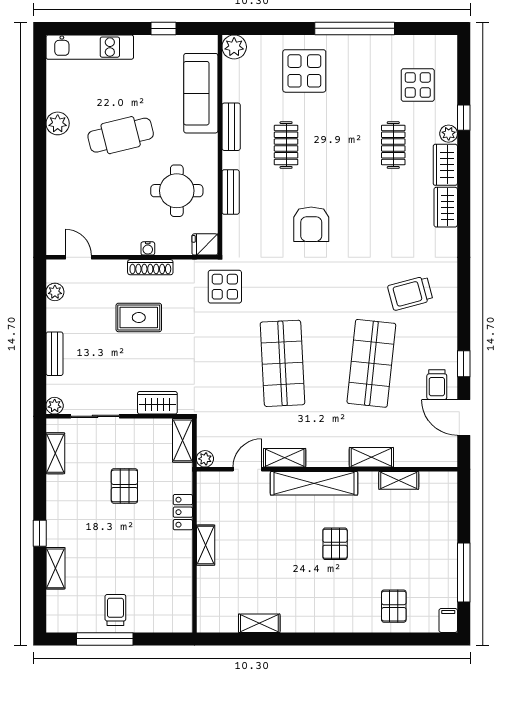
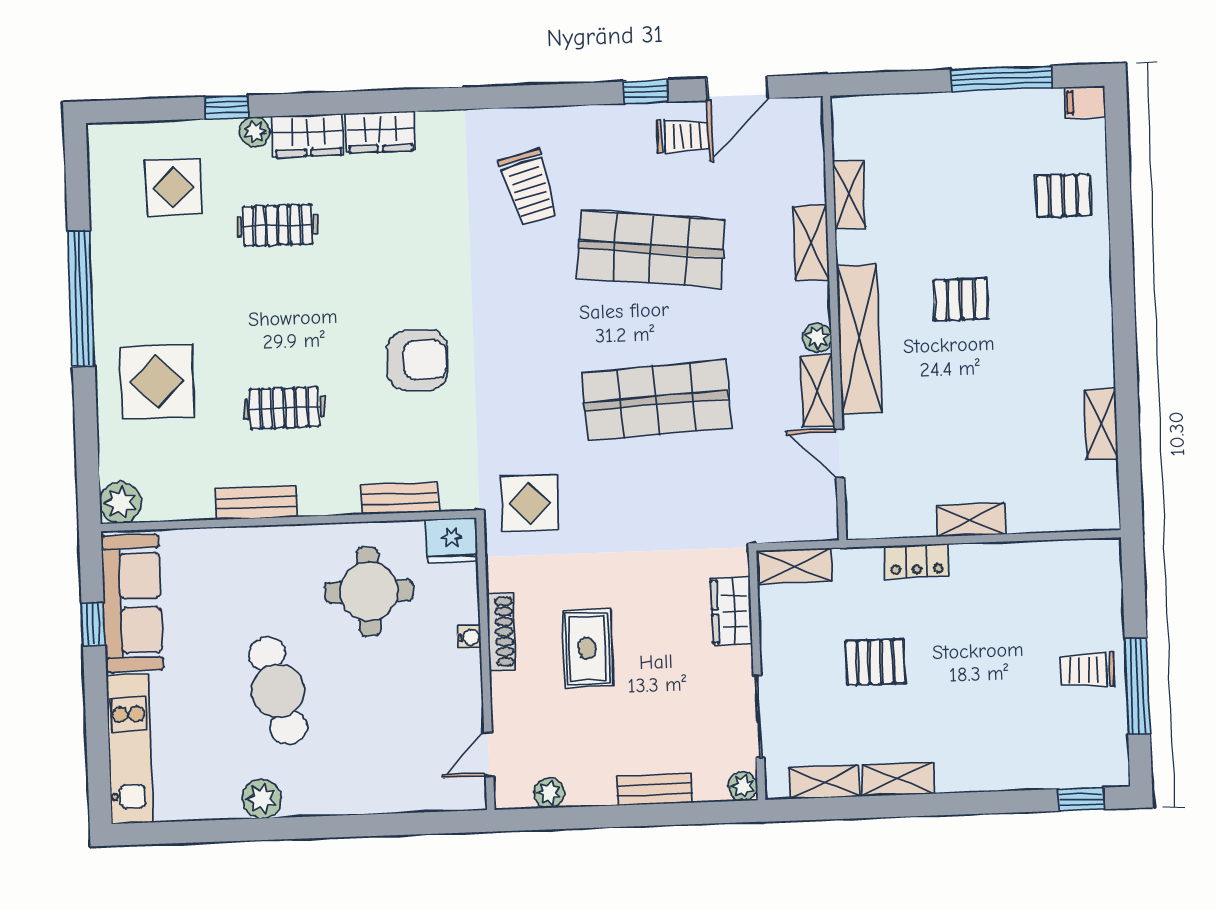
sofa: (201, 93) -> (132, 603), moved, turned -90
bench: (231, 192) -> (400, 498), moved
fridge: (205, 244) -> (452, 540), width x1.38
plant: (205, 459) -> (817, 338), moved
window: (40, 533) -> (1081, 799), moved
shelving: (55, 568) -> (898, 779), moved

